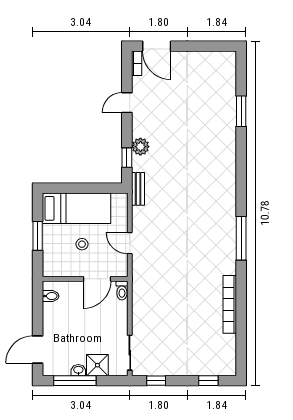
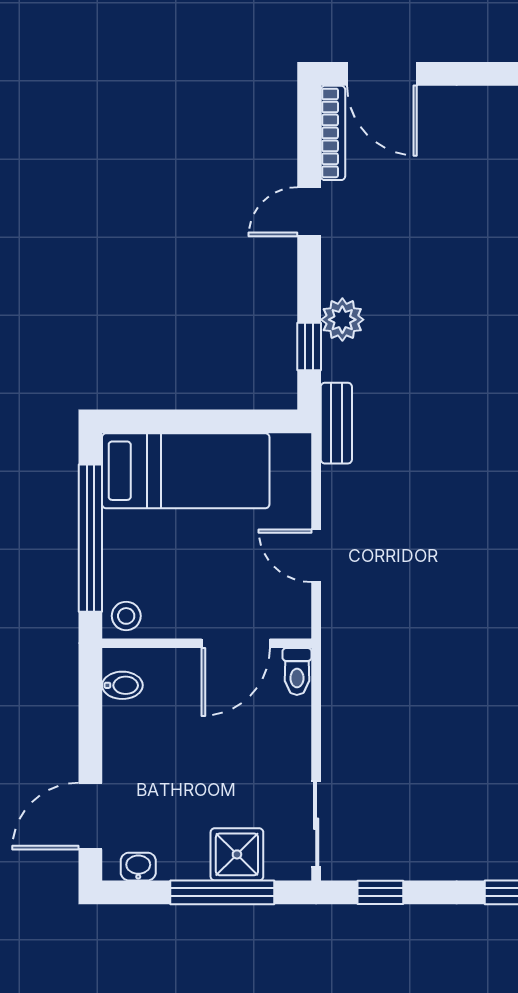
bookcase: (137, 63) -> (333, 133), width x1.56
window: (38, 236) -> (90, 538), width x2.11
stool: (82, 244) -> (126, 616), moved
washbasin: (78, 370) -> (138, 867), moved
window: (75, 381) -> (222, 892), moved

